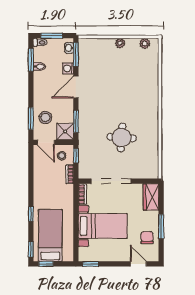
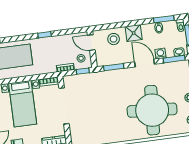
window: (31, 118) -> (111, 26), removed
shower: (65, 131) -> (134, 33), moved
round table: (122, 138) -> (152, 110), moved, width x1.86, depth x1.86
door: (46, 142) -> (91, 43), hinge flipped
window: (31, 214) -> (45, 35), moved

